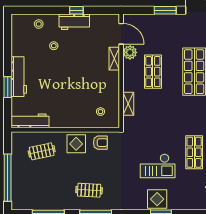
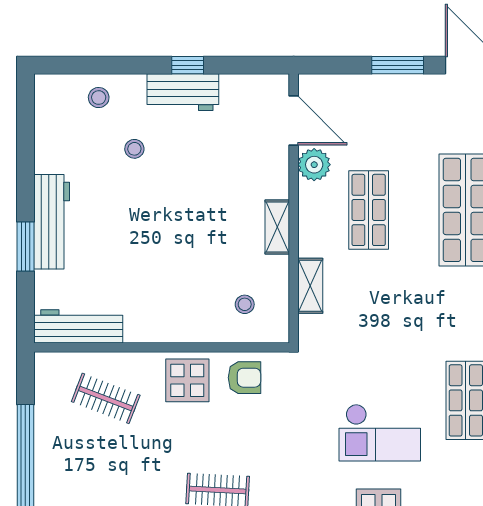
shelving: (114, 59) -> (277, 227), moved
clothes rail: (42, 151) -> (106, 398), turned 33

